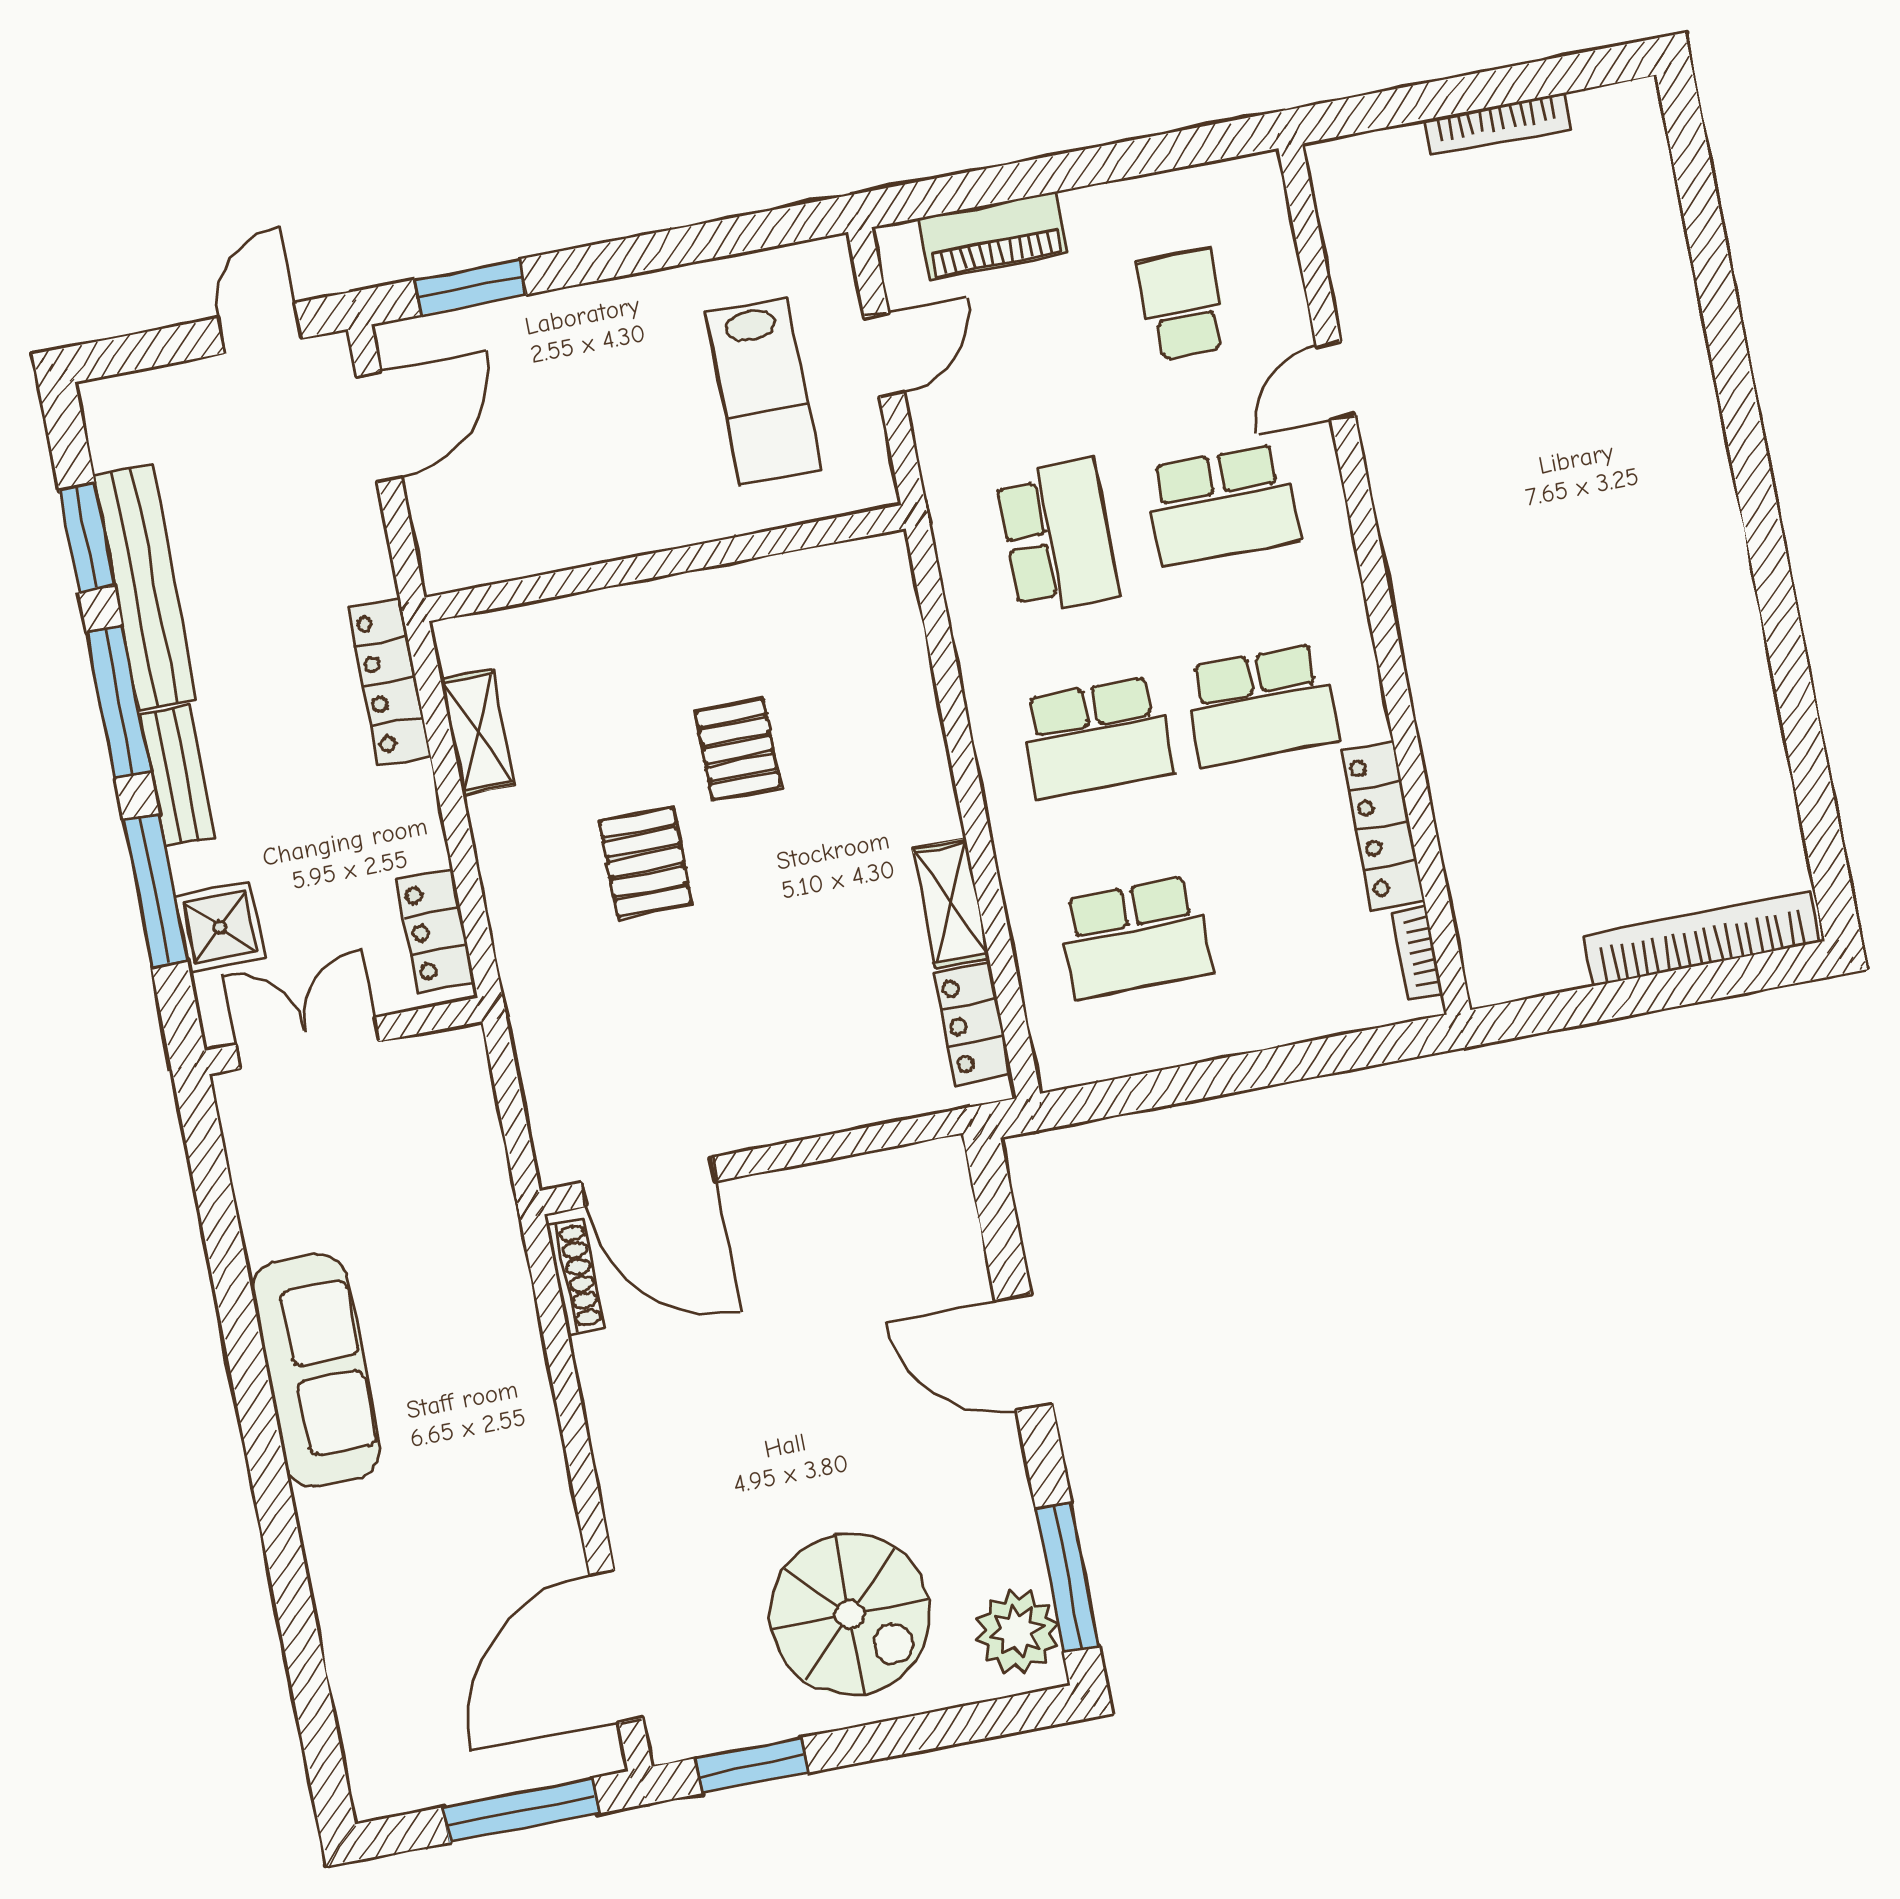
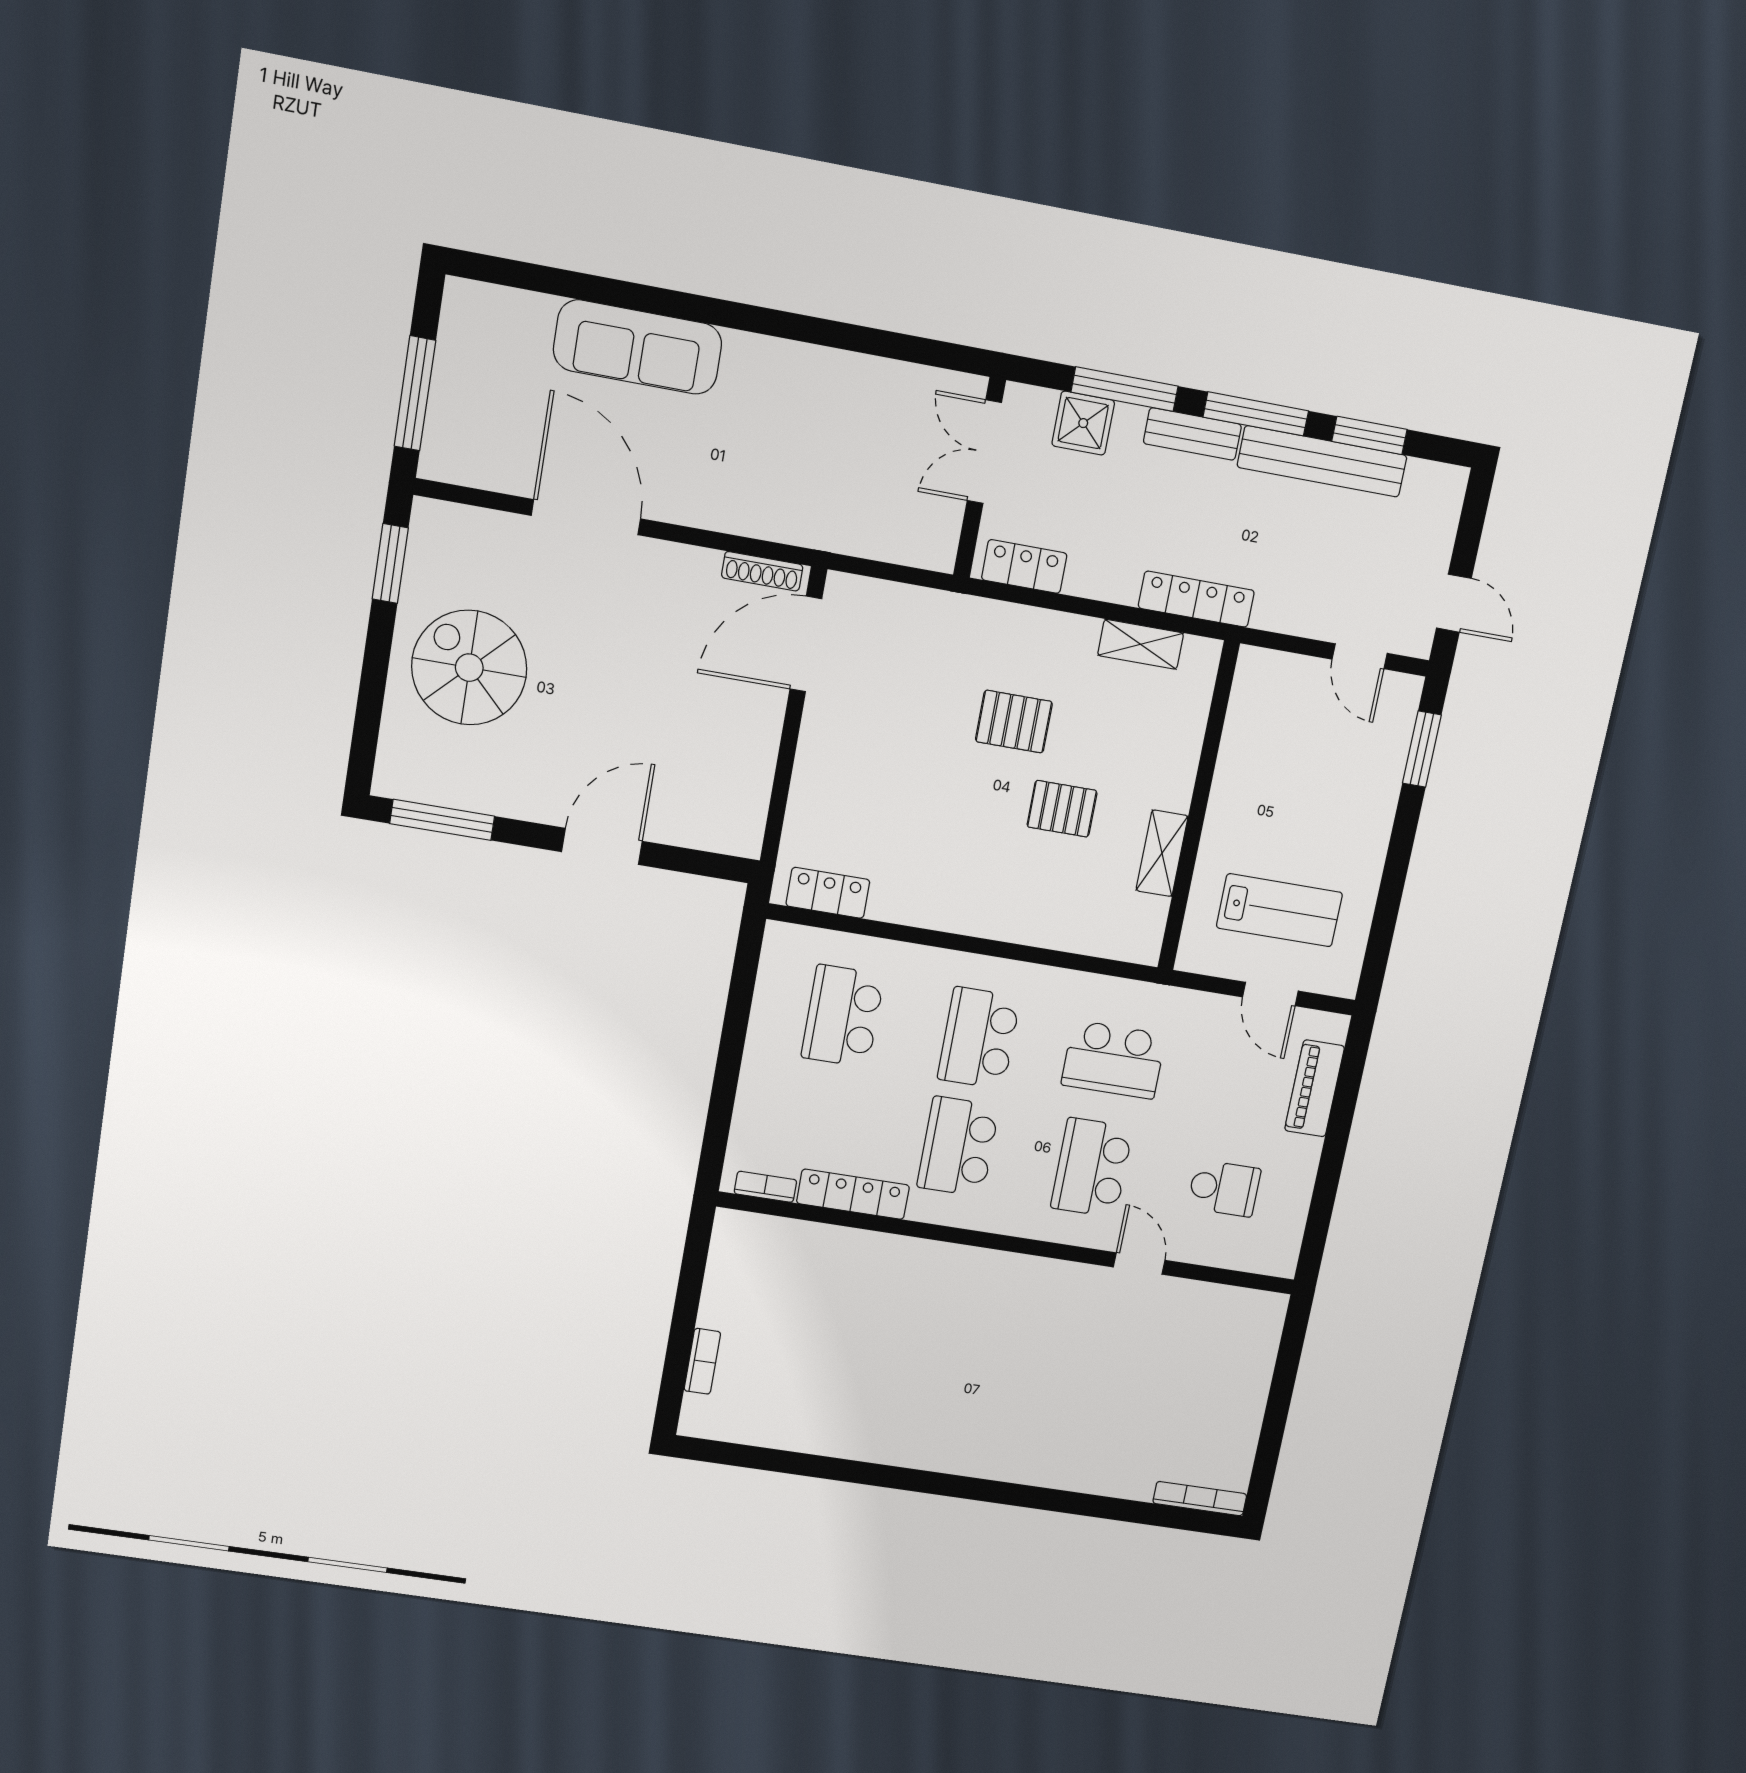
bookcase: (1497, 124) -> (1200, 1499), moved, turned 90
lab bench: (763, 391) -> (1279, 910), turned 180
door: (379, 427) -> (1360, 656), width x0.73
shelving: (951, 903) -> (1162, 853), moved, turned 90
bookcase: (1701, 939) -> (702, 1361), width x0.43, depth x0.76
double door: (307, 1043) -> (984, 452), swing flipped
sofa: (316, 1370) -> (638, 347), moved
spiral stairs: (850, 1614) -> (469, 668), turned 90
plant: (1017, 1631) -> (418, 774), removed
door: (616, 1646) -> (586, 517), moved

